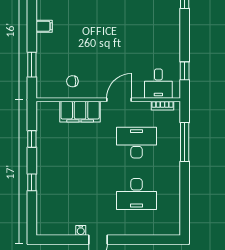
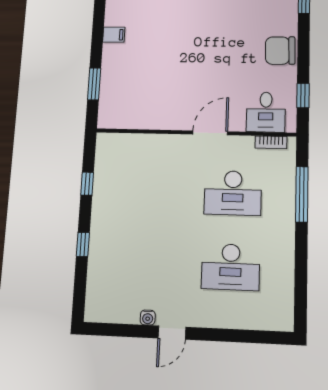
chair: (72, 81) -> (280, 51), moved, width x1.87, depth x1.87
filing cabinet: (80, 112) -> (156, 148), removed
desk: (137, 143) -> (233, 193), turned 180

